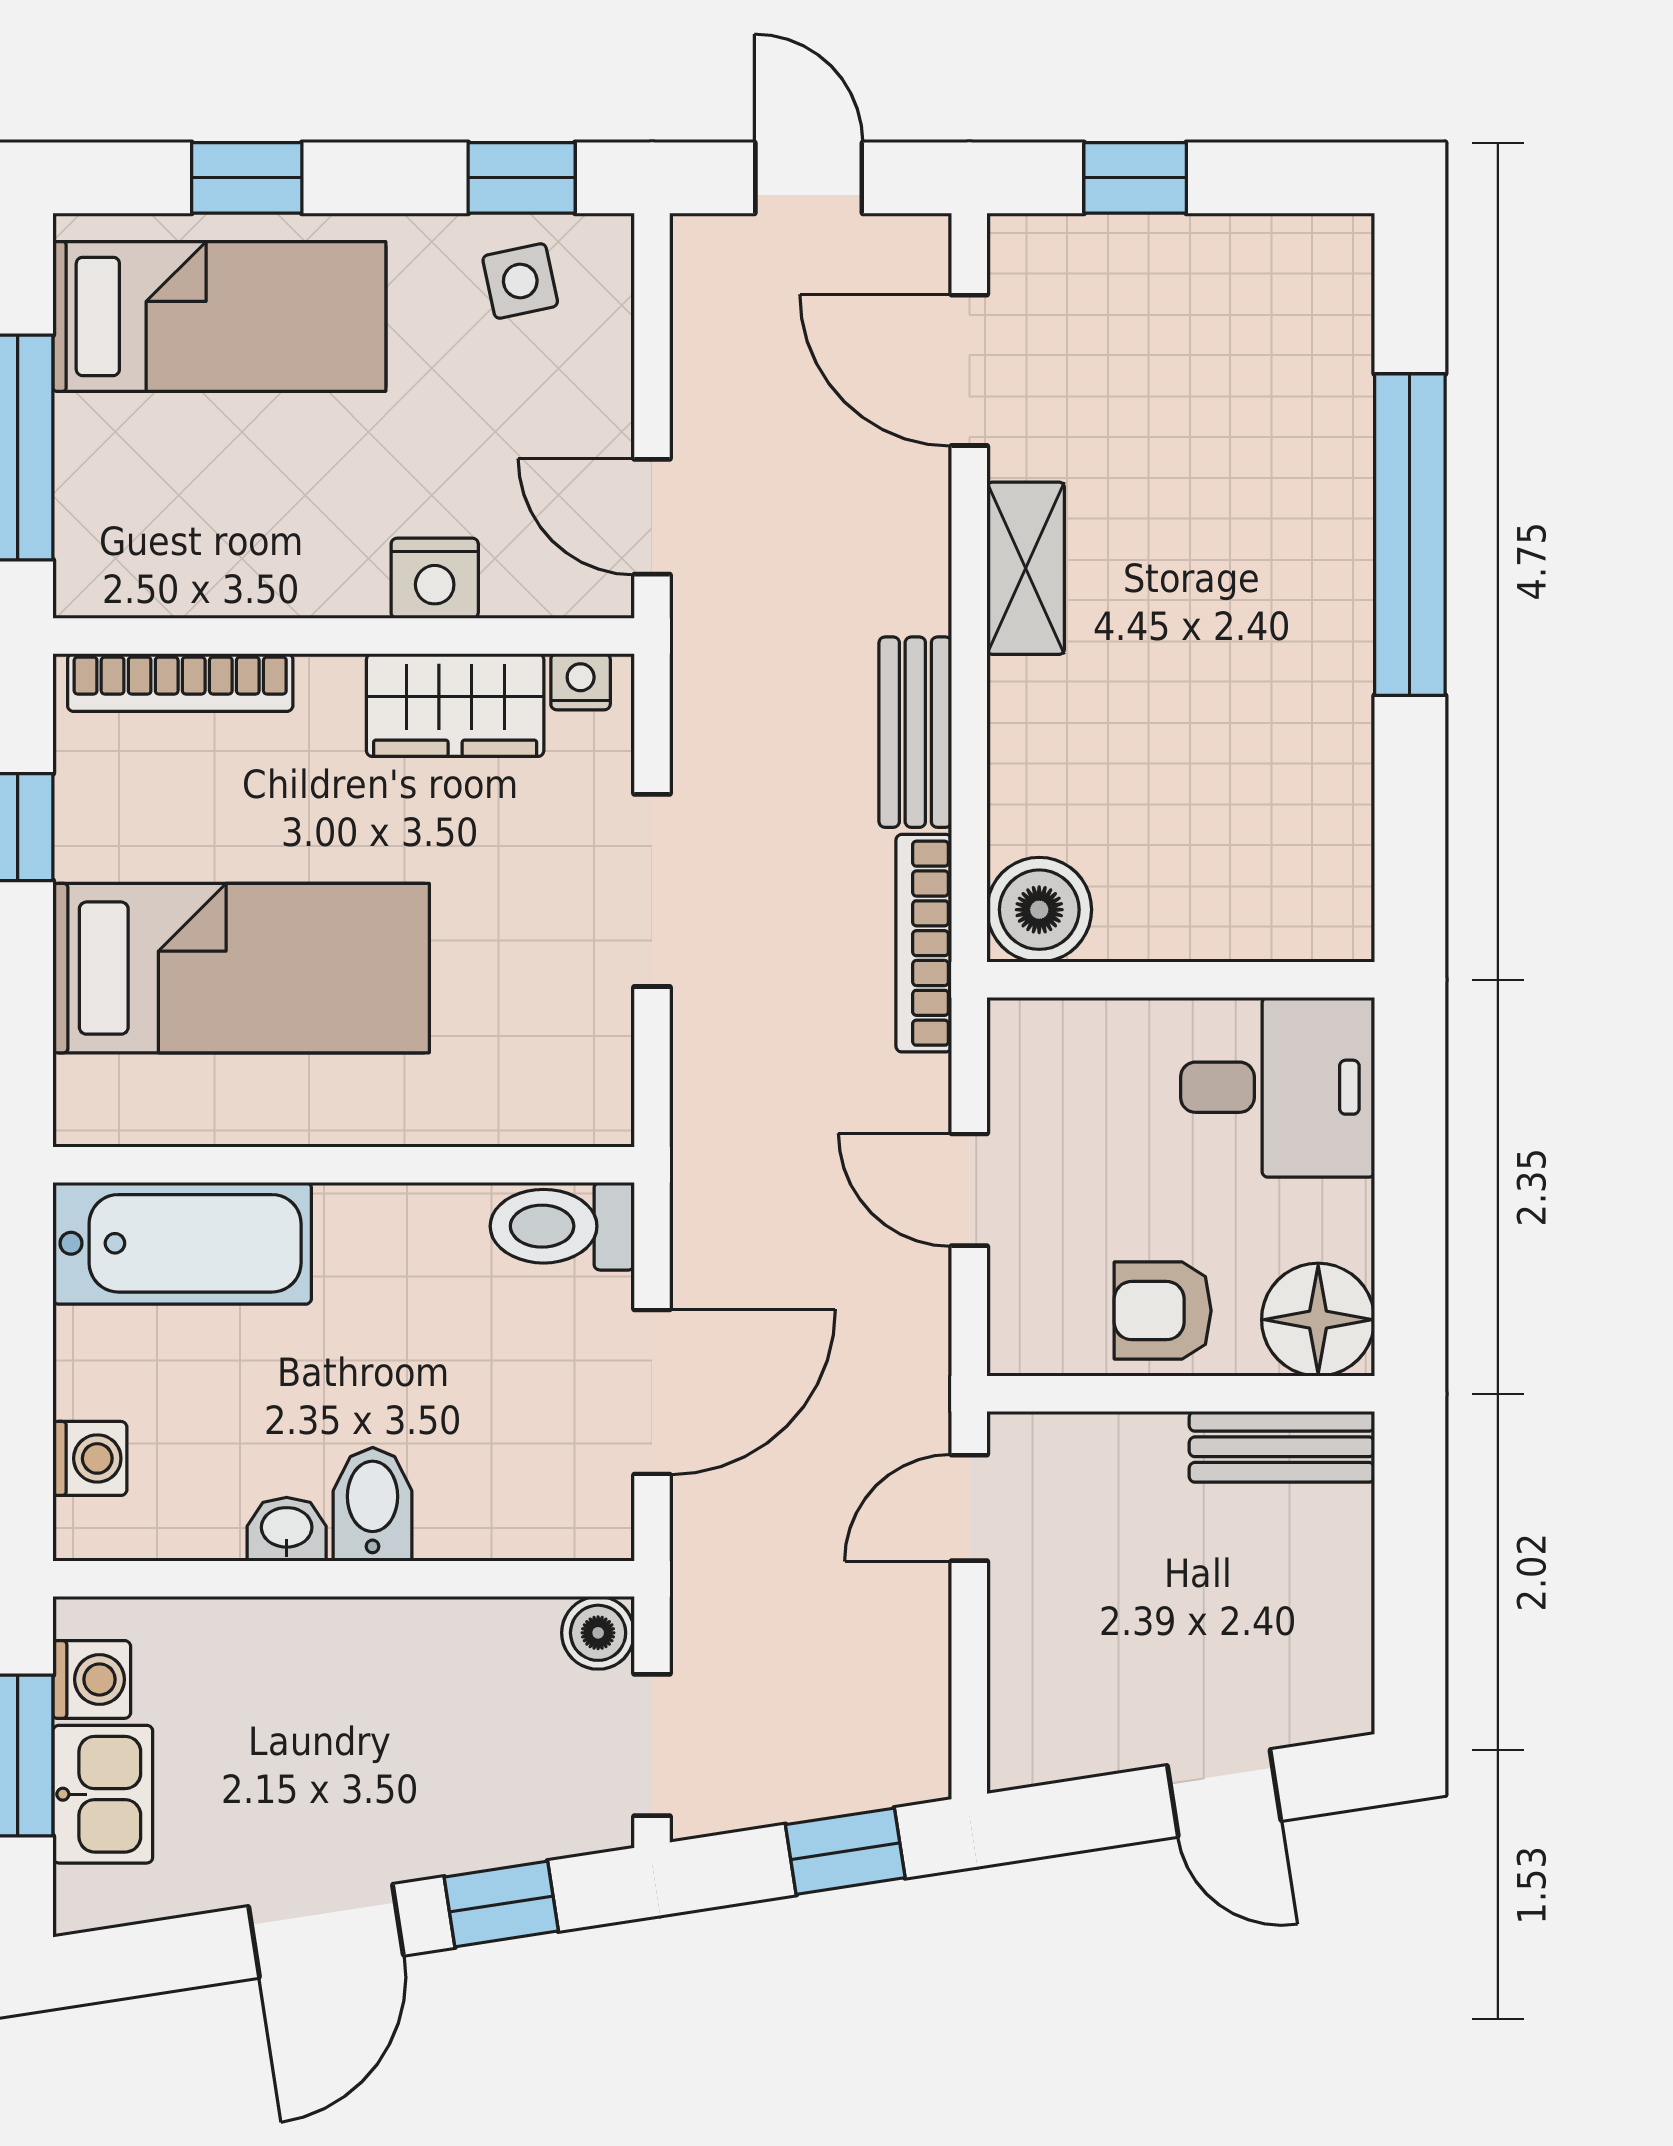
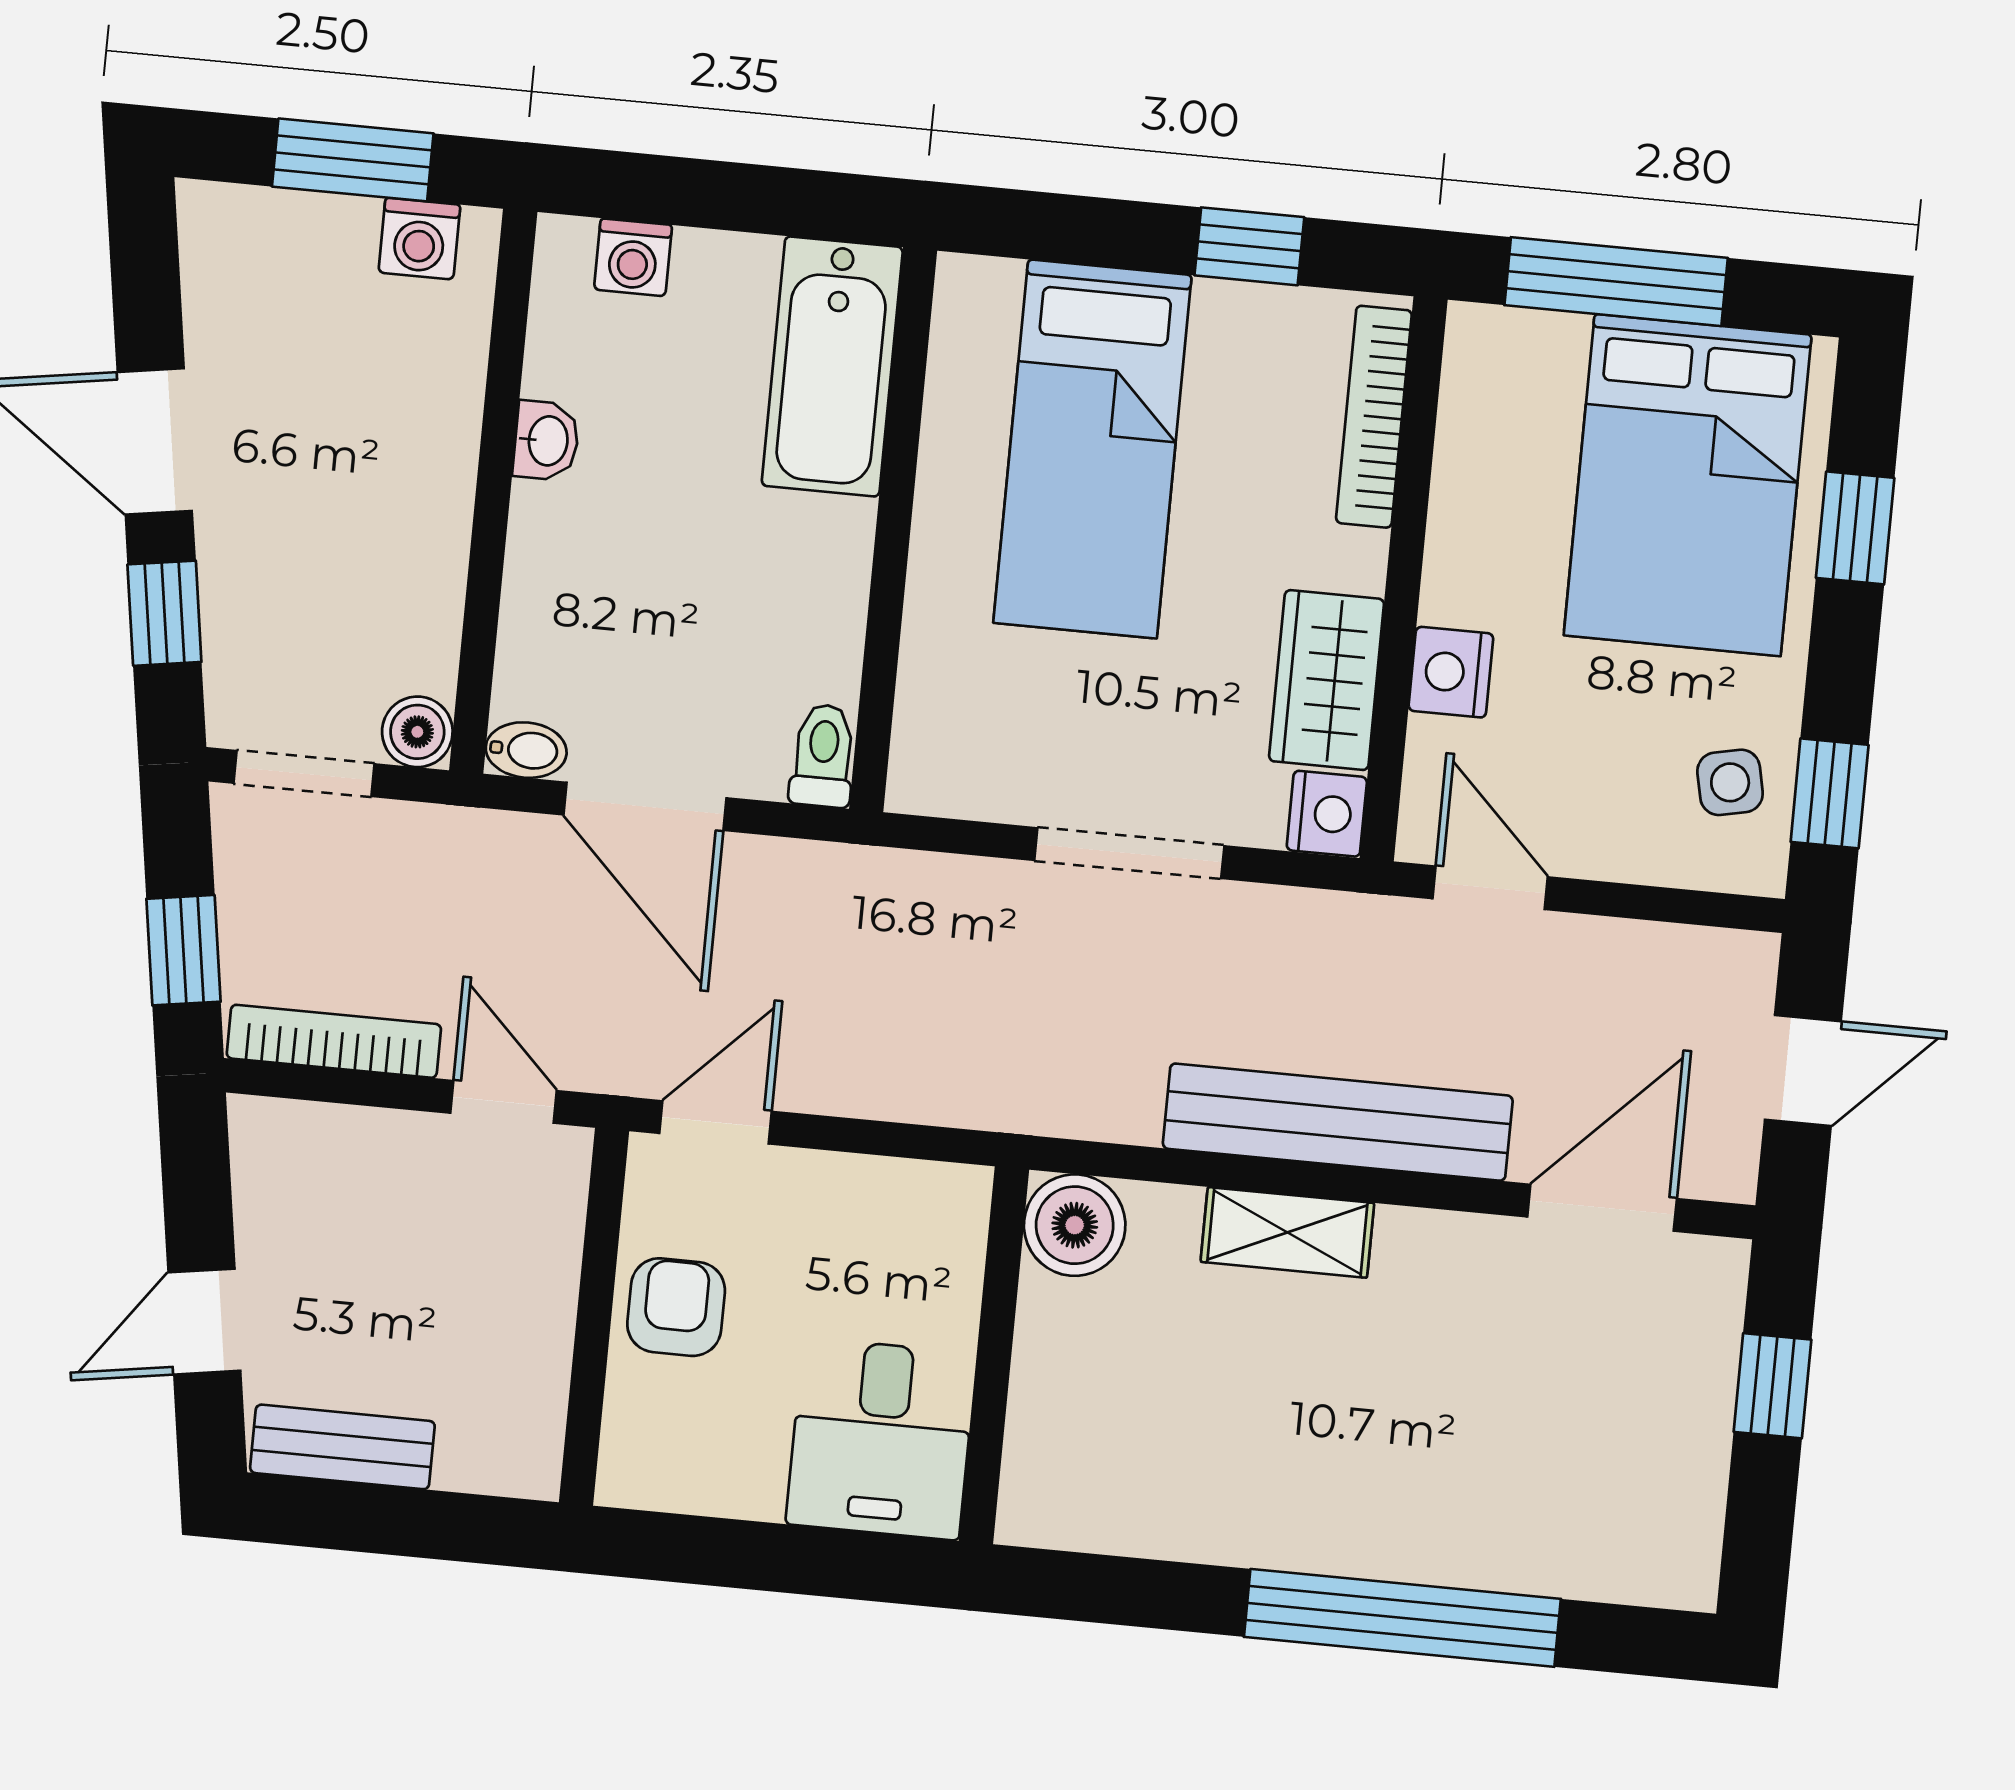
bed: (219, 316) -> (1688, 485), width x1.50
door: (652, 517) -> (1490, 888), hinge flipped
shelving: (1026, 568) -> (1287, 1232), moved
nightstand: (581, 682) -> (1327, 814), width x1.39, depth x1.35
bench: (915, 732) -> (1338, 1122), width x1.86, depth x1.21
bookcase: (924, 943) -> (334, 1041), moved
door: (969, 1190) -> (715, 1122), moved
toilet: (562, 1226) -> (823, 756), width x0.73, depth x0.72
floor lamp: (1318, 1320) -> (653, 1456), removed
bench: (1282, 1447) -> (342, 1447), moved, turned 90
bidet: (373, 1504) -> (526, 750), moved, width x0.72, depth x0.74
kitchen sink: (103, 1794) -> (308, 239), removed

